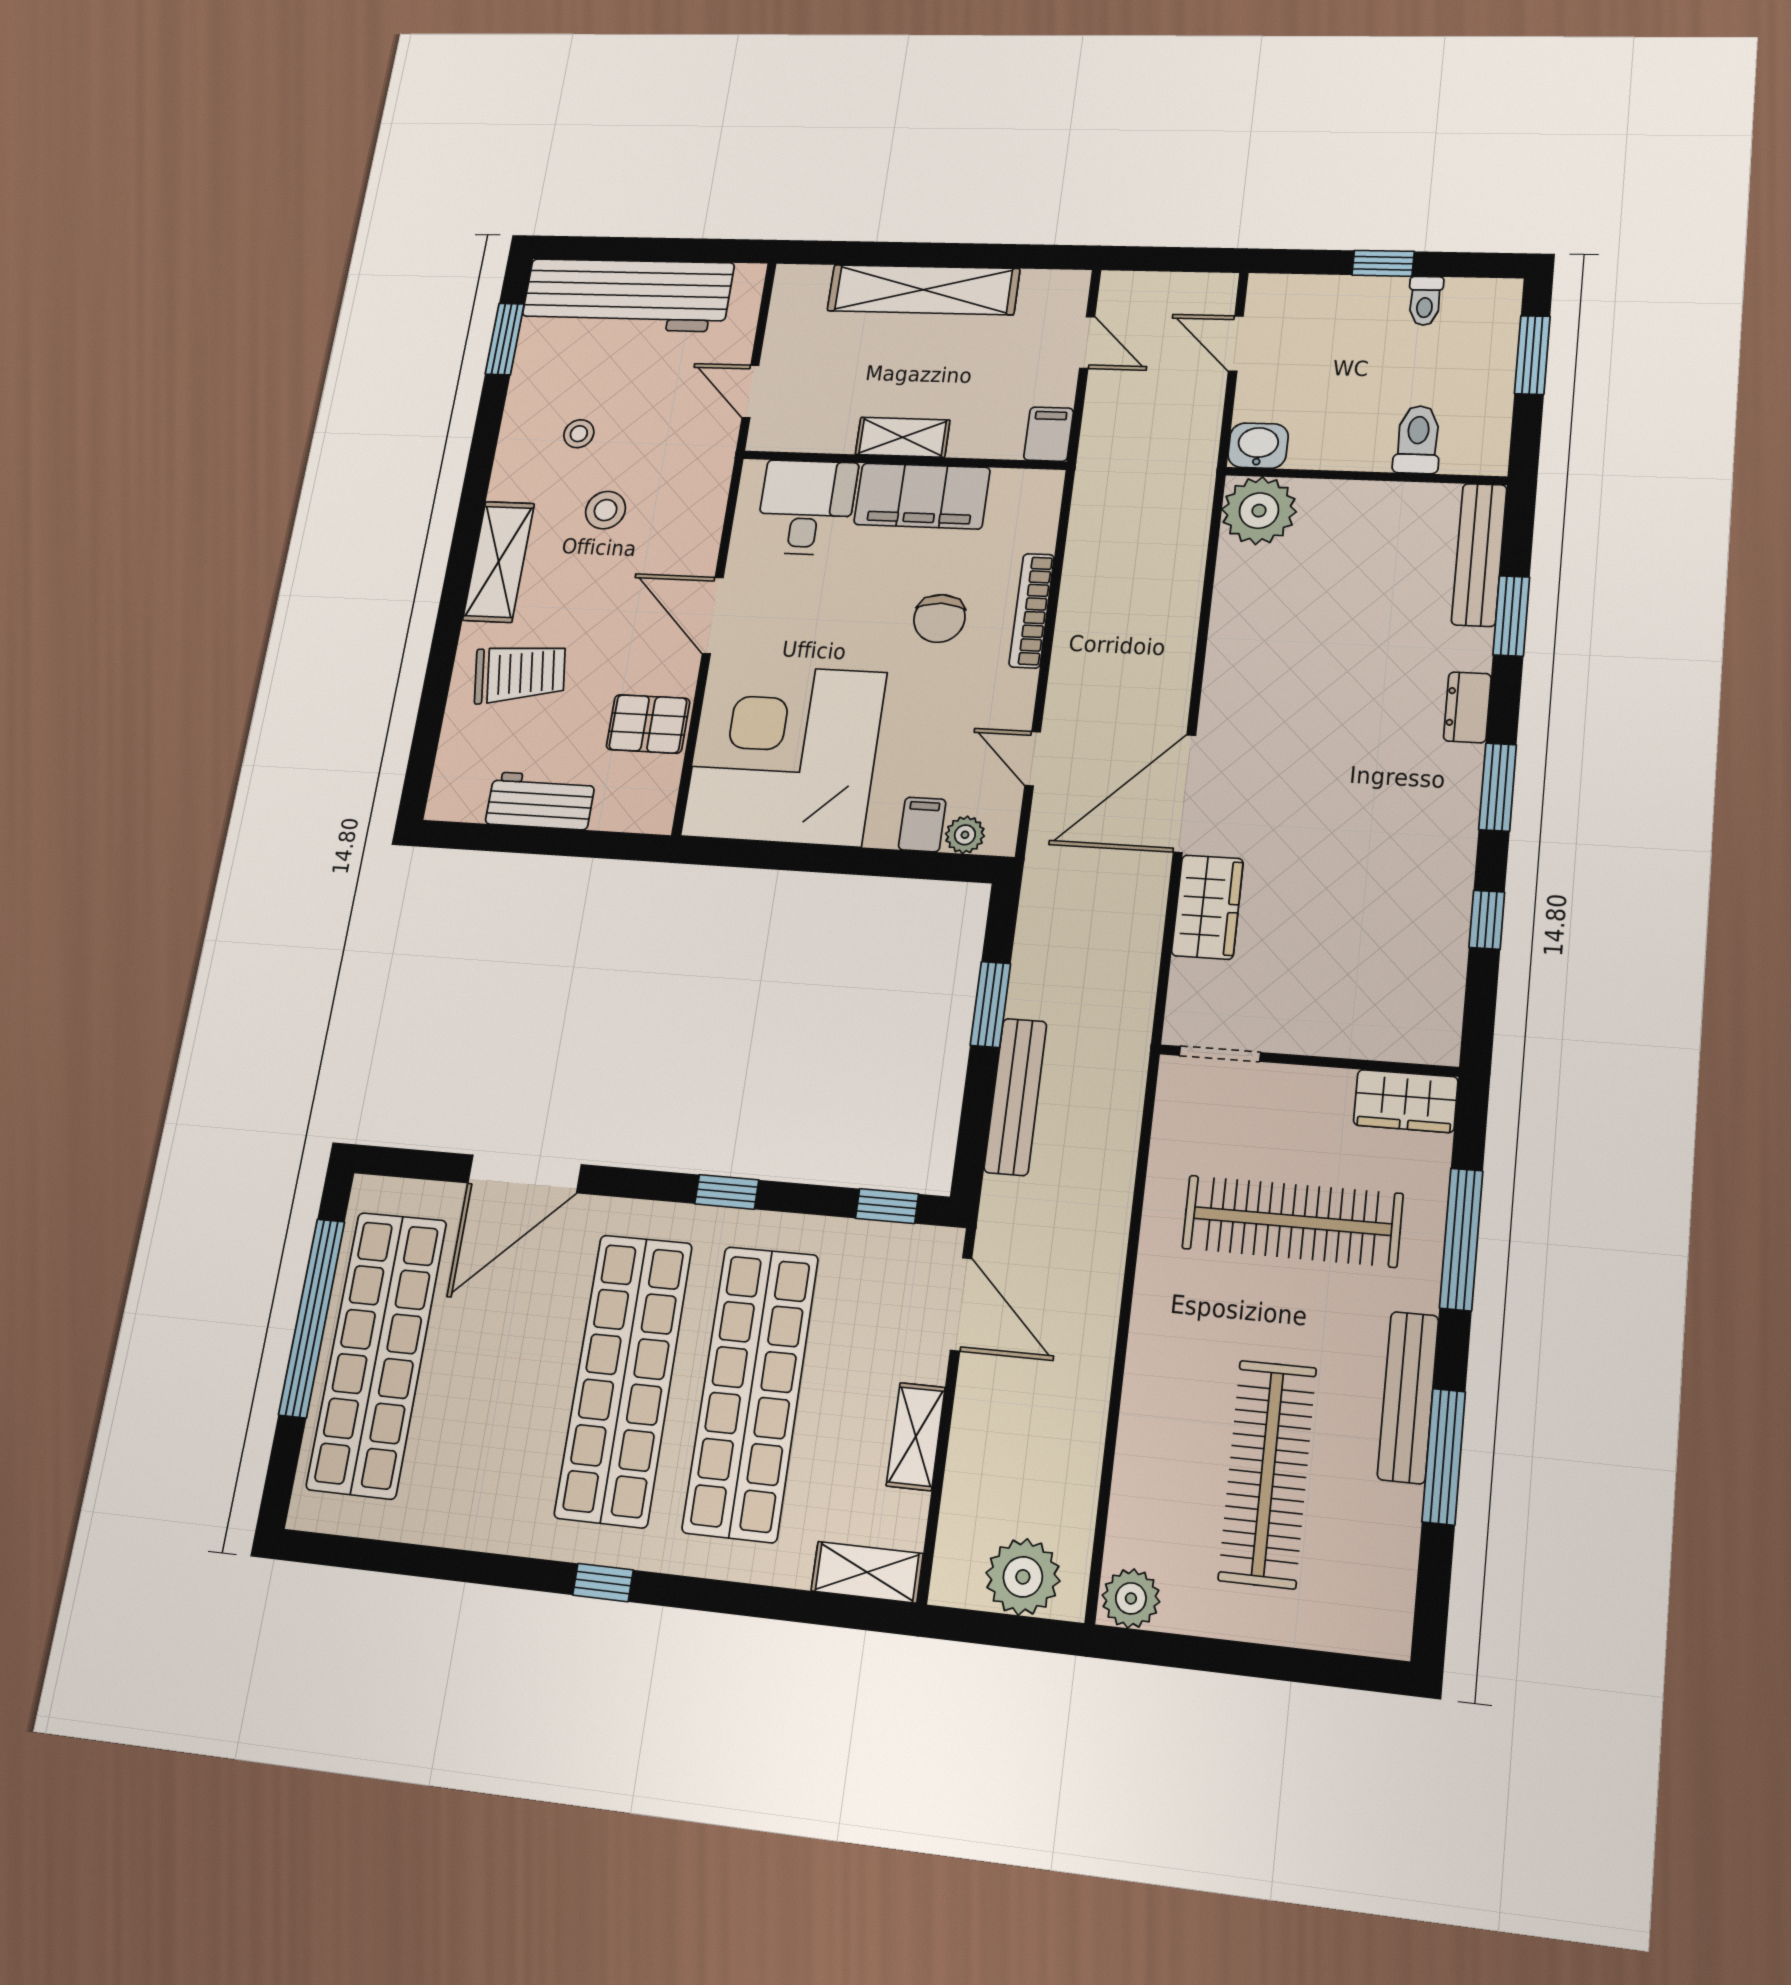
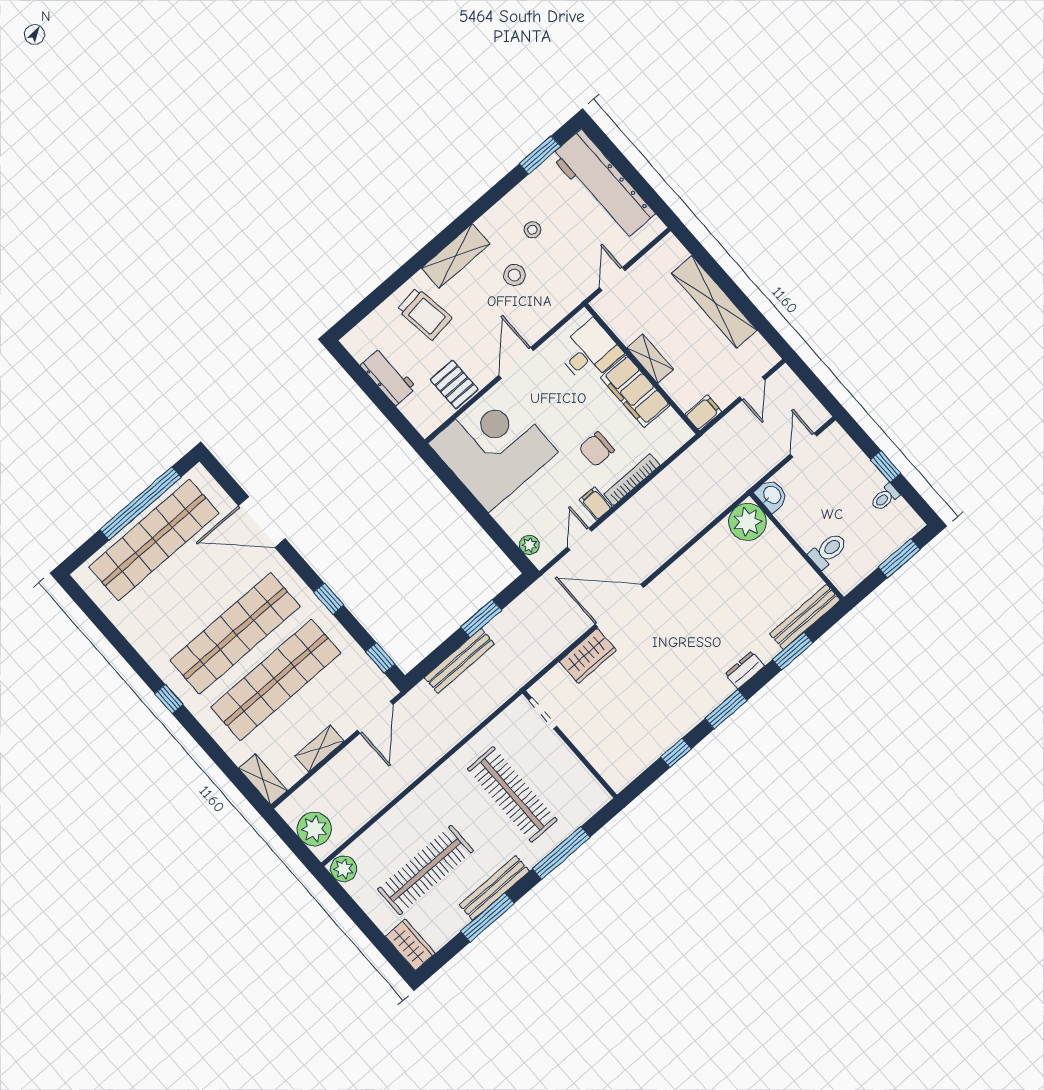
filing cabinet: (922, 824) -> (596, 504), moved, turned -90
wardrobe: (1406, 1101) -> (410, 945), moved, turned 180

